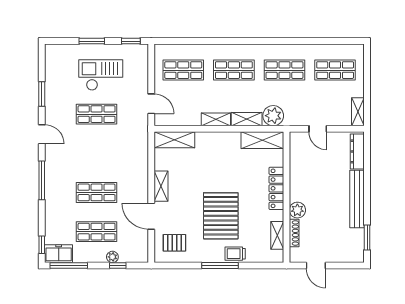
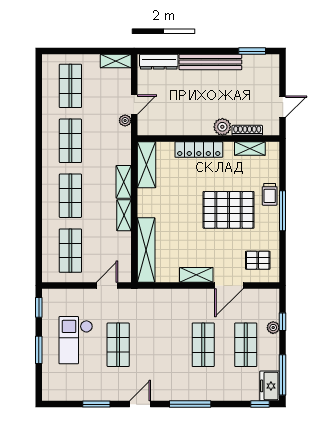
plant: (273, 116) -> (125, 121), moved, width x0.53, depth x0.53
shelving: (174, 140) -> (146, 250), width x1.47
pallet: (174, 243) -> (258, 260), turned 90

